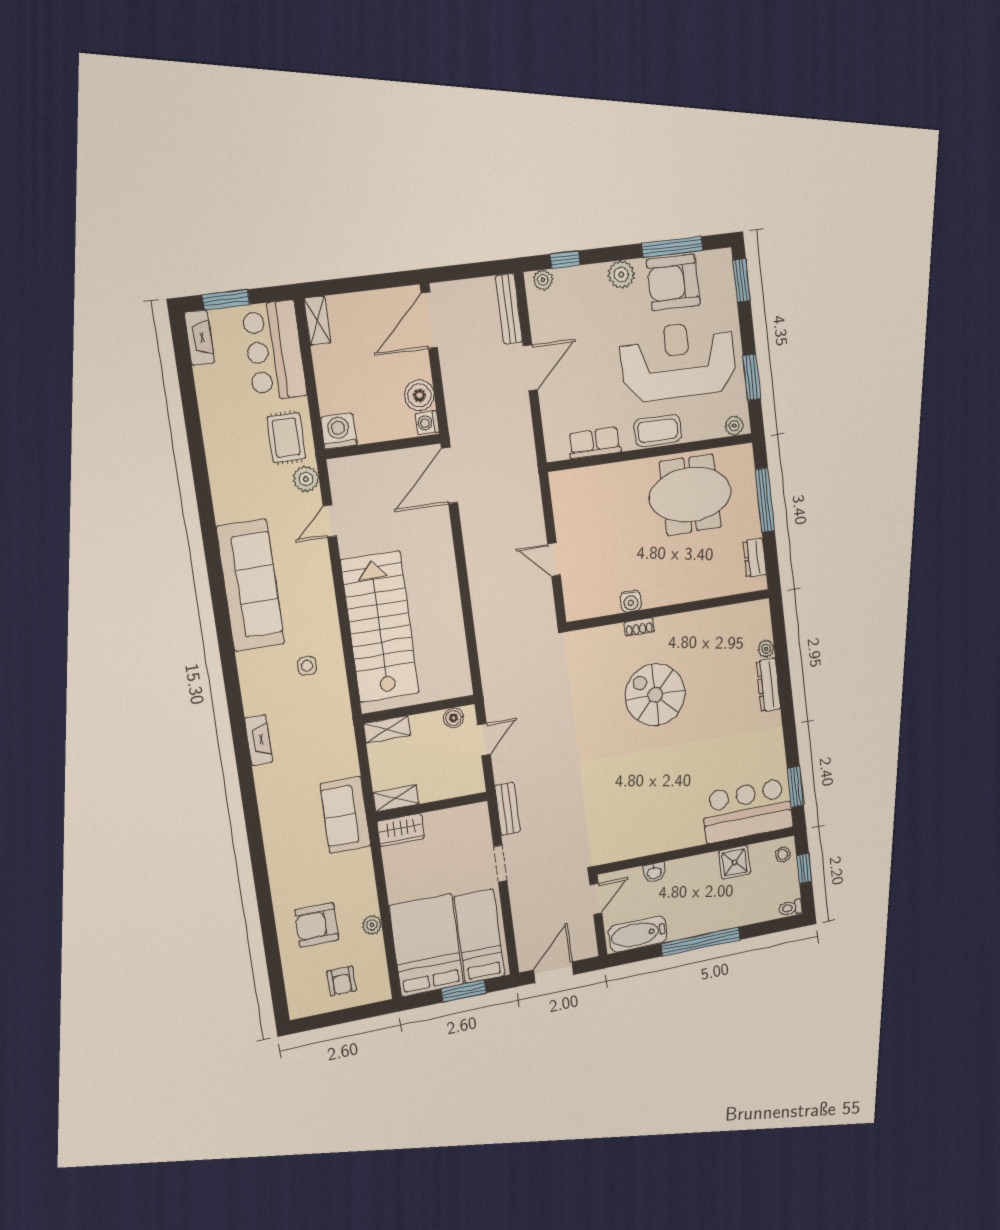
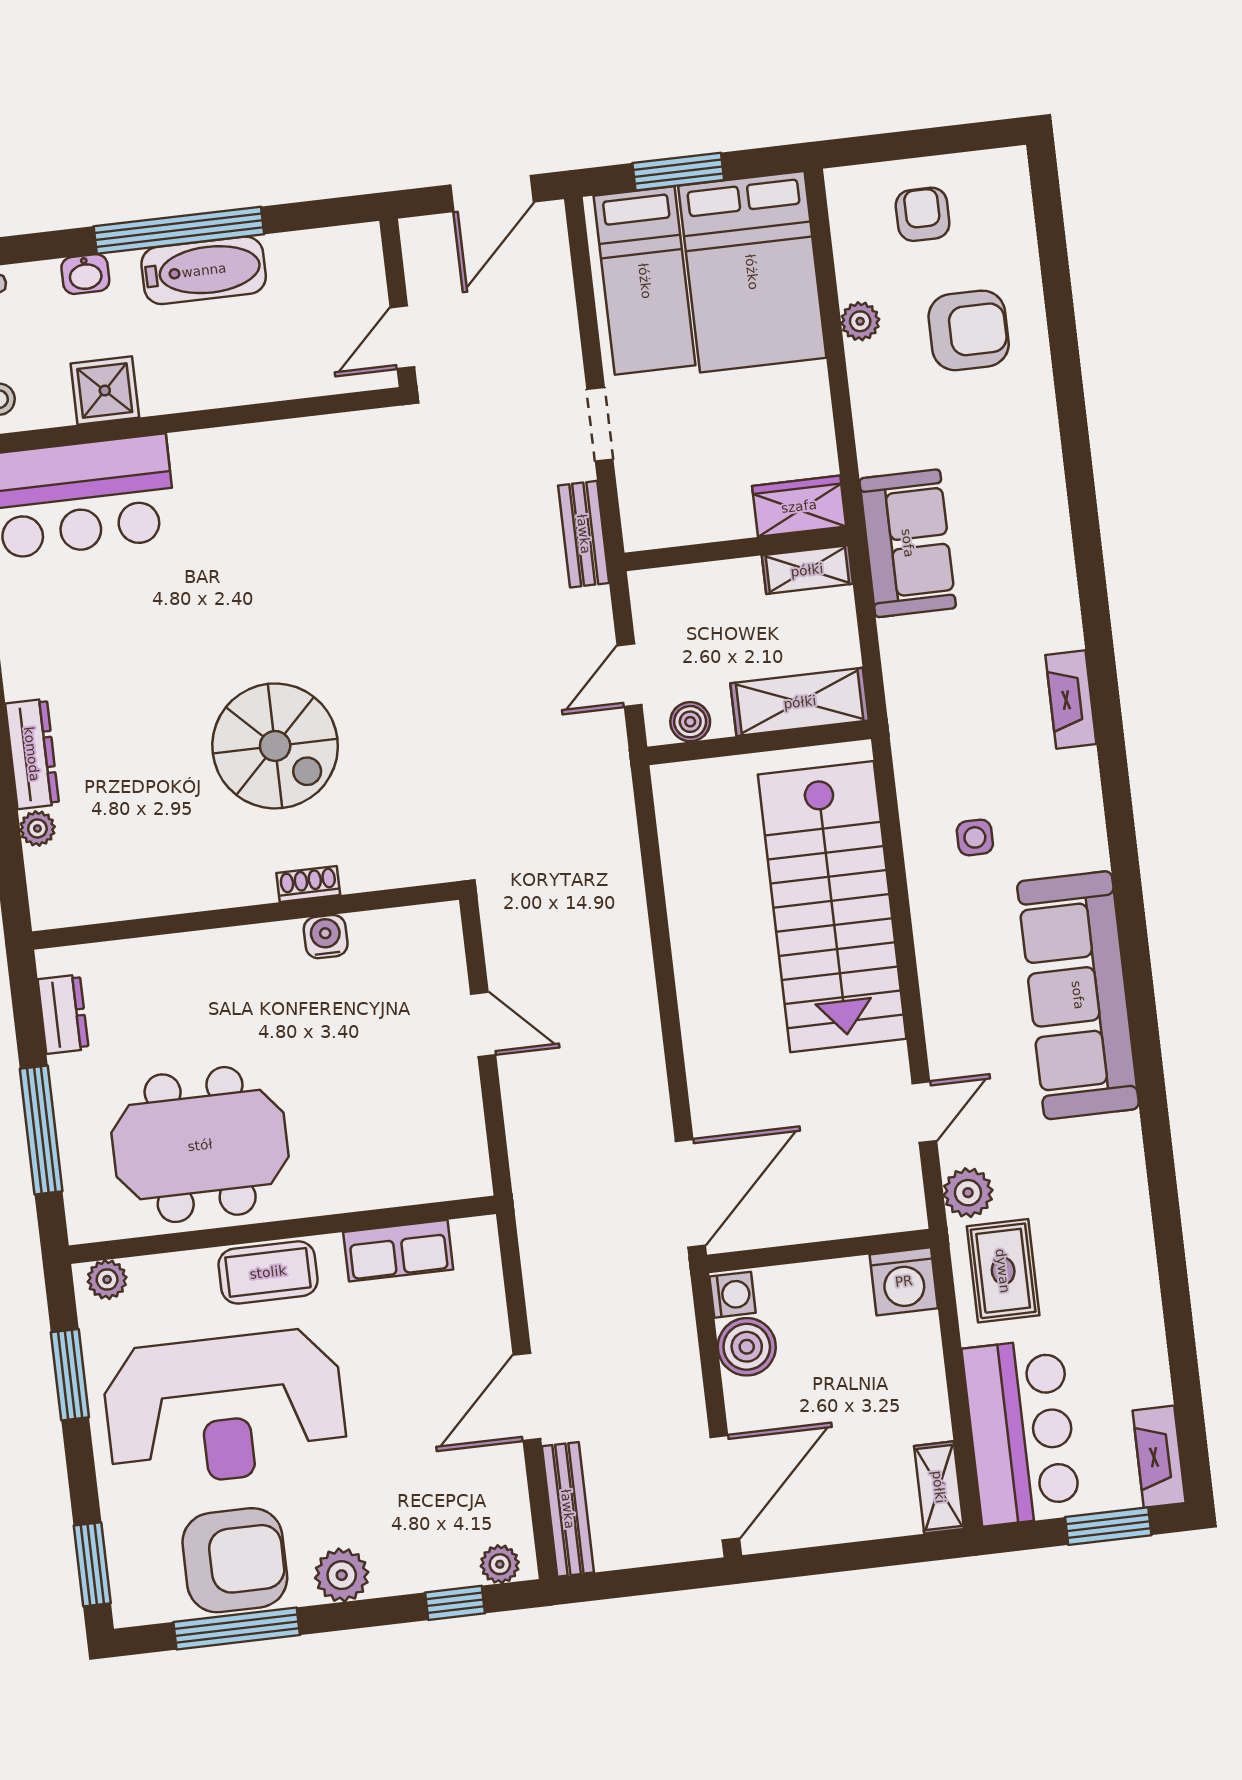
shelving: (387, 730) -> (800, 702), width x1.50, depth x1.33
washbasin: (654, 872) -> (85, 274), moved, turned 180
bathtub: (638, 934) -> (204, 270), moved

